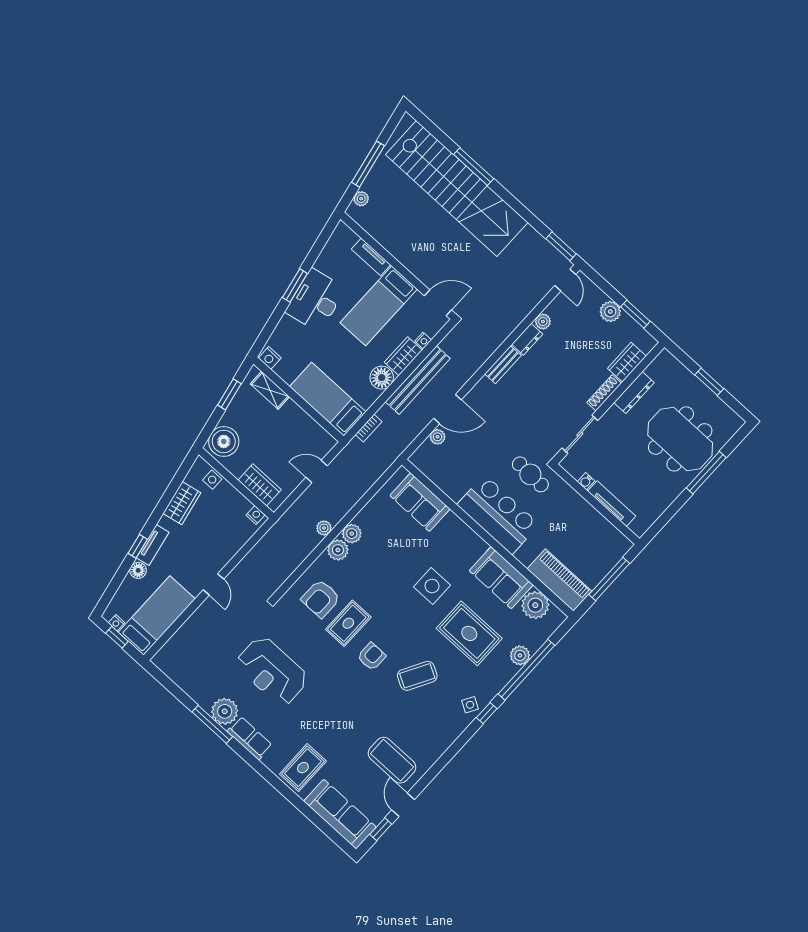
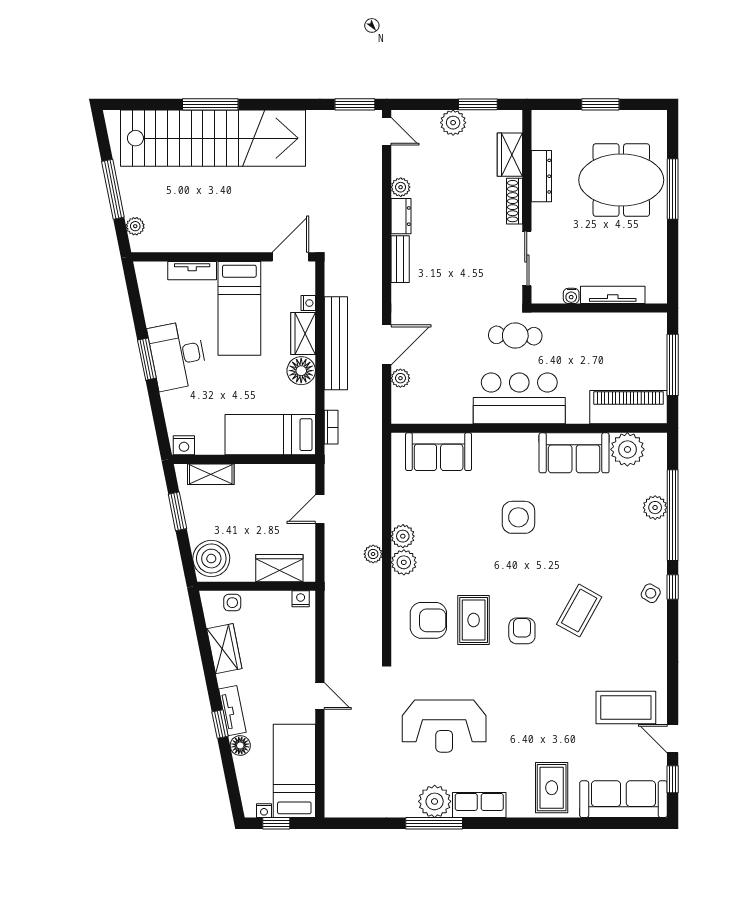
armchair: (321, 599) -> (428, 620), turned -90
rug: (469, 633) -> (591, 529), removed

